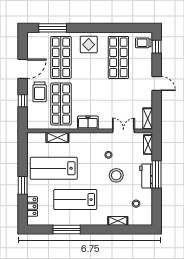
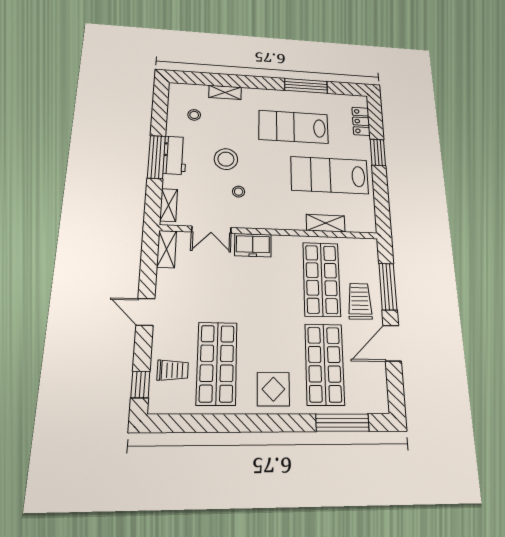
trolley: (143, 43) -> (173, 370), moved
window: (23, 101) -> (388, 287), width x2.17
freezer: (88, 123) -> (253, 245), moved
lab bench: (54, 168) -> (330, 175), turned 180
lab bench: (75, 200) -> (293, 127), turned 180

